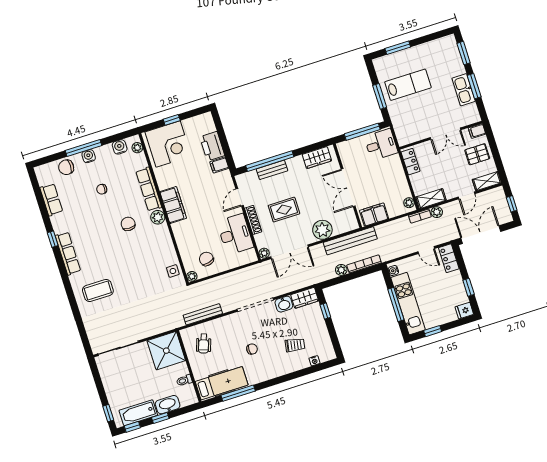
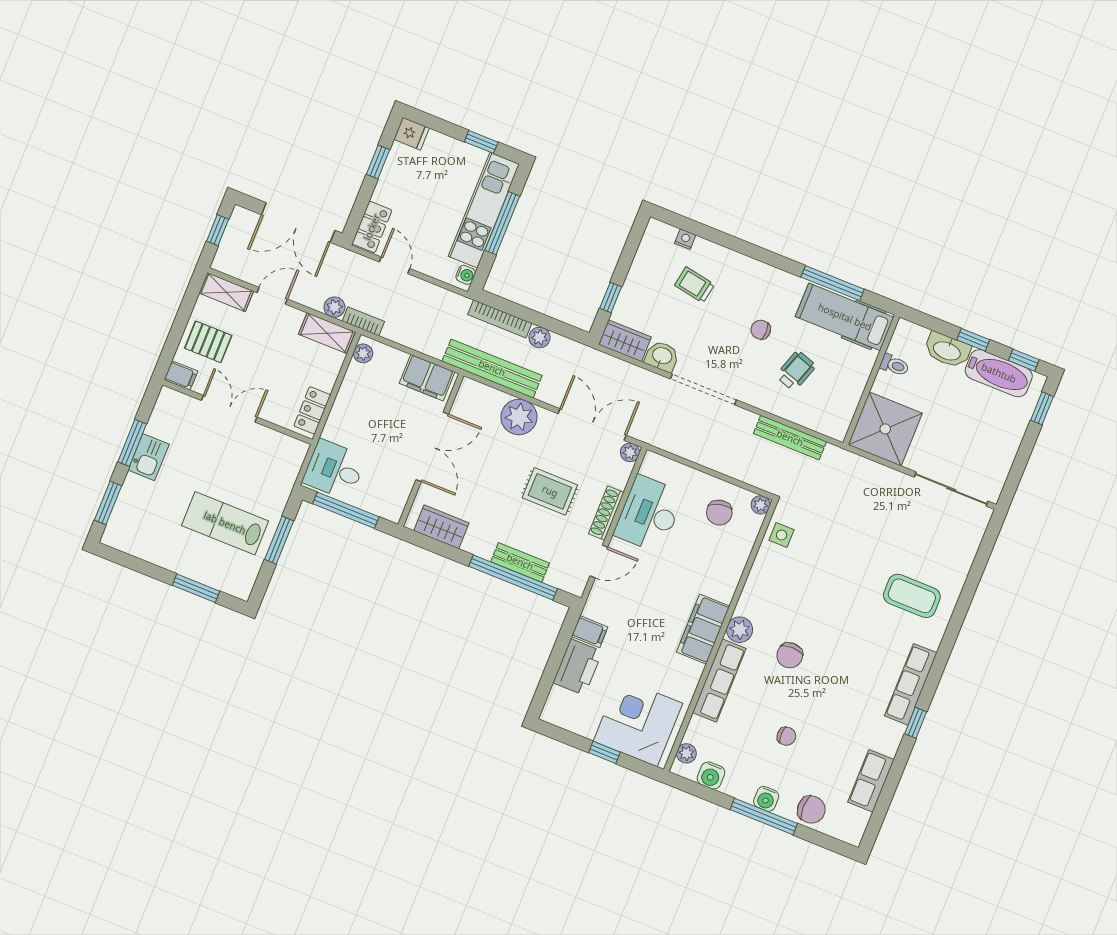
kitchen sink: (464, 90) -> (149, 457), width x0.73
wheelchair: (204, 344) -> (796, 371), moved

